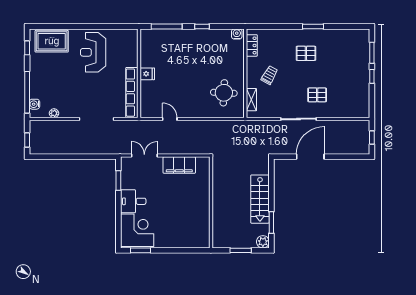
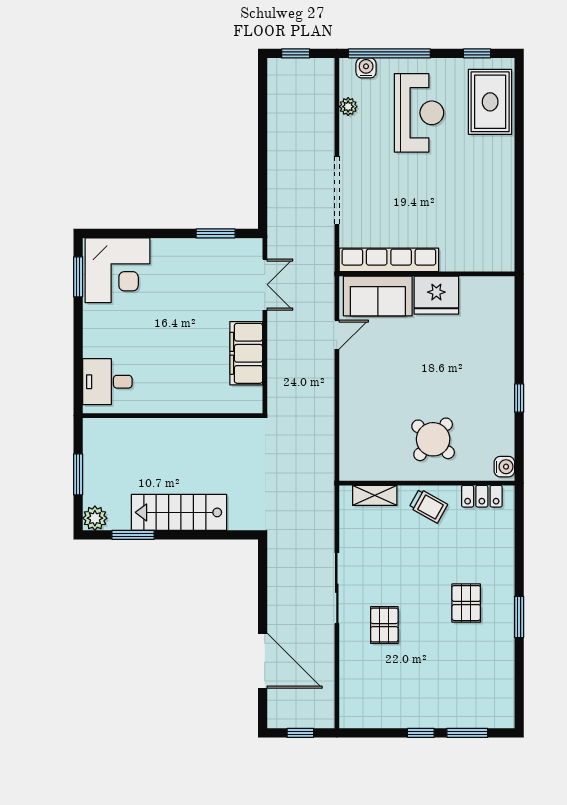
window: (167, 27) -> (519, 328), removed
reception desk: (93, 52) -> (419, 113), moved, turned 90
fridge: (147, 74) -> (436, 295), width x1.88, depth x1.34
trolley: (269, 75) -> (428, 506), moved
round table: (224, 93) -> (433, 439), moved, turned 38
sofa: (150, 98) -> (378, 296), added
door: (310, 157) -> (263, 661), moved
desk: (133, 201) -> (107, 382), moved, turned -90

